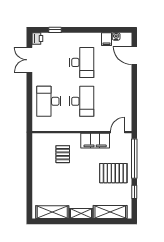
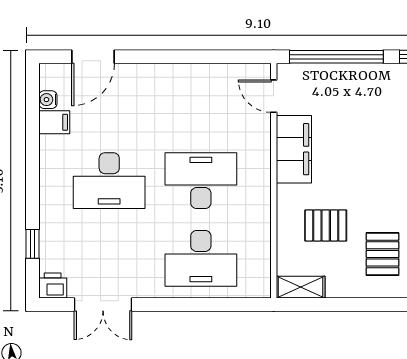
desk: (82, 62) -> (109, 181), turned 180
shelving: (37, 144) -> (301, 287), added
pallet: (113, 173) -> (383, 254), moved, width x0.67, depth x0.71

